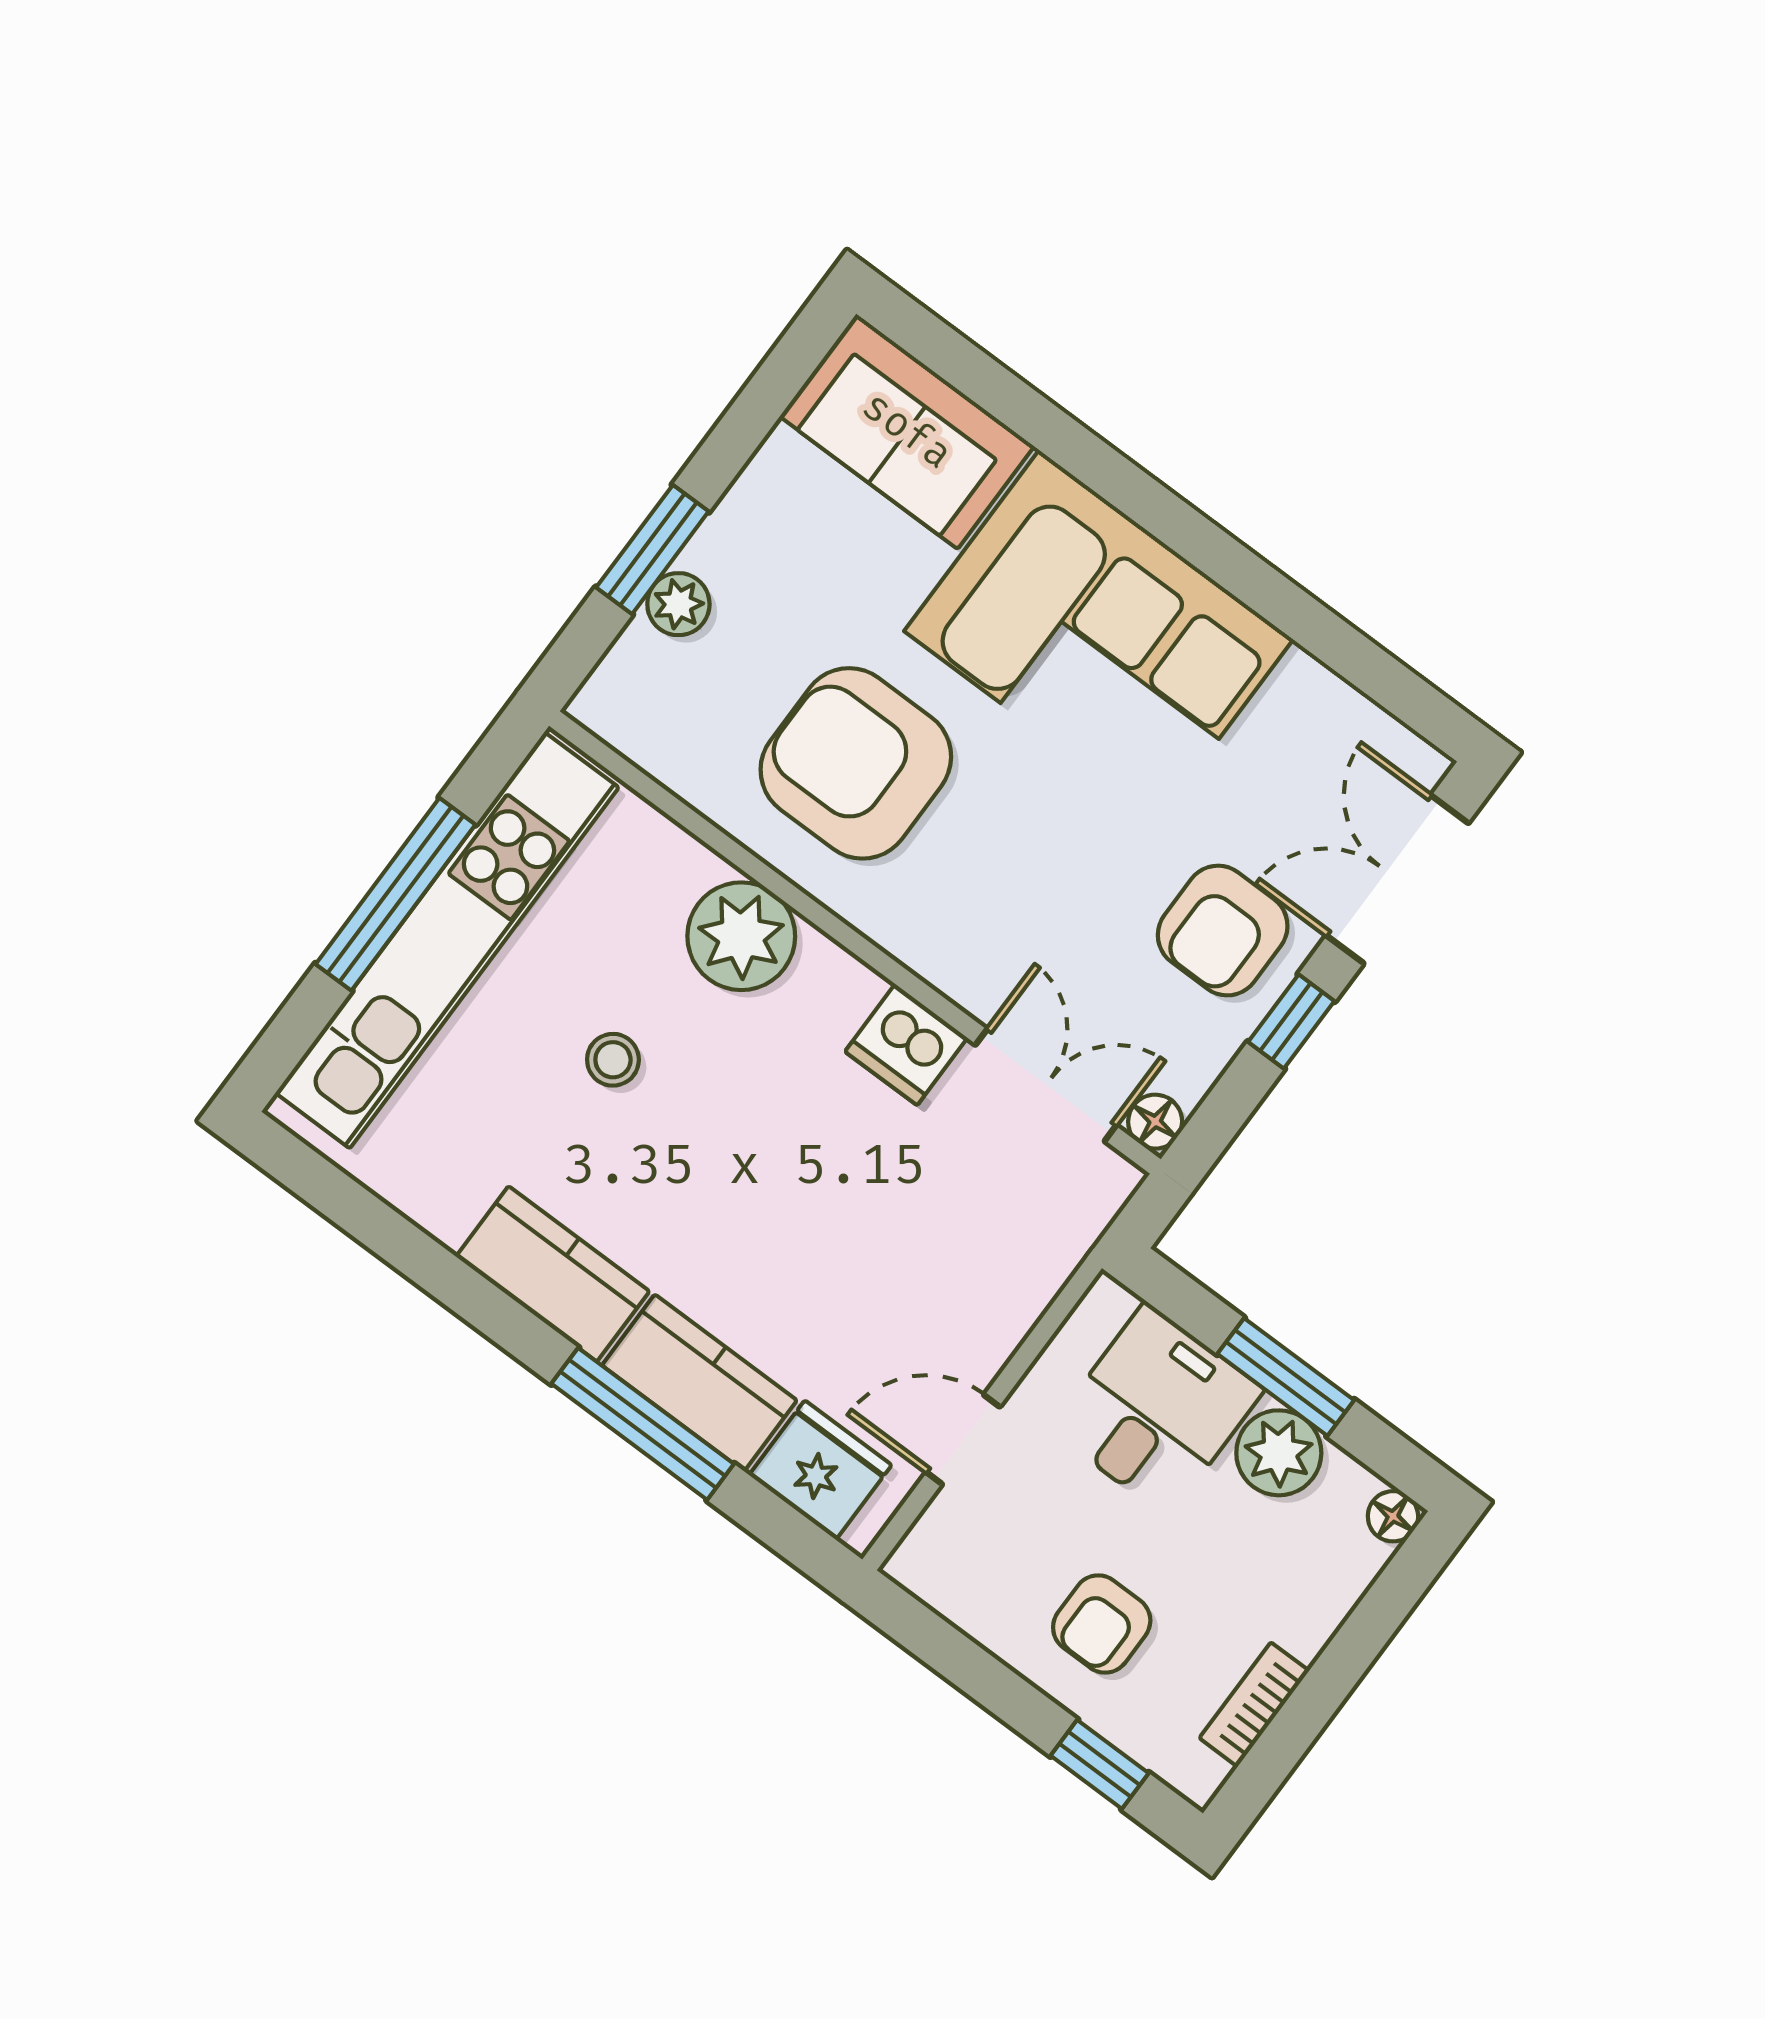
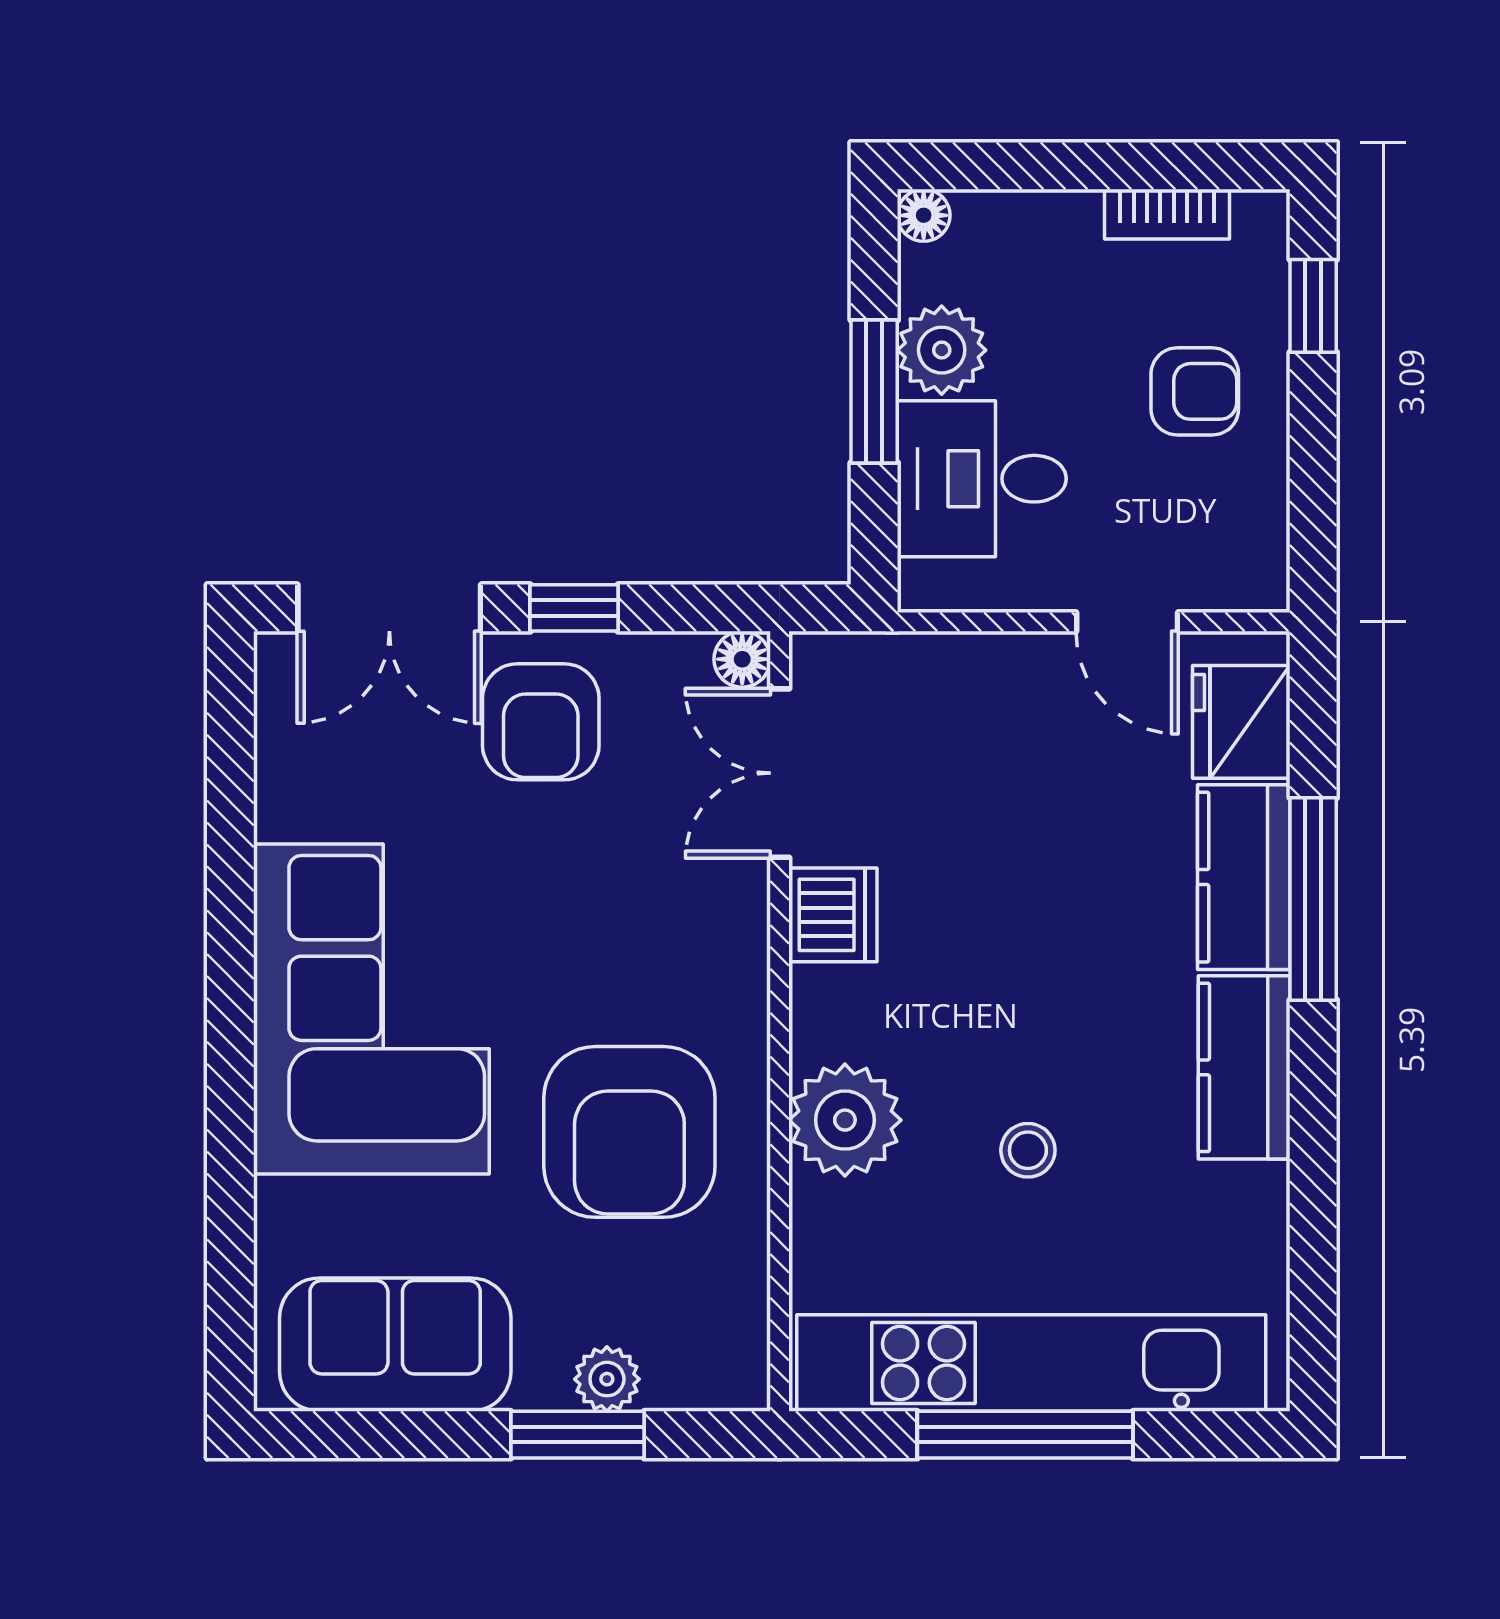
sofa: (907, 431) -> (395, 1345), moved, turned -90
armchair: (1223, 931) -> (541, 722), turned 90

